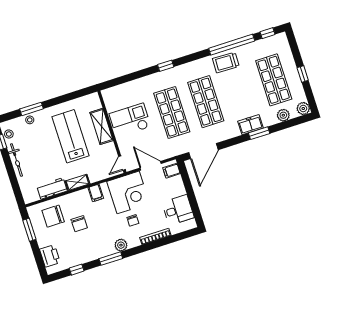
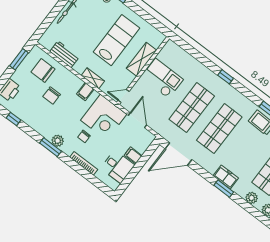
filing cabinet: (172, 171) -> (133, 155), moved
shelving: (77, 182) -> (93, 78), moved
window: (111, 259) -> (50, 147), moved

